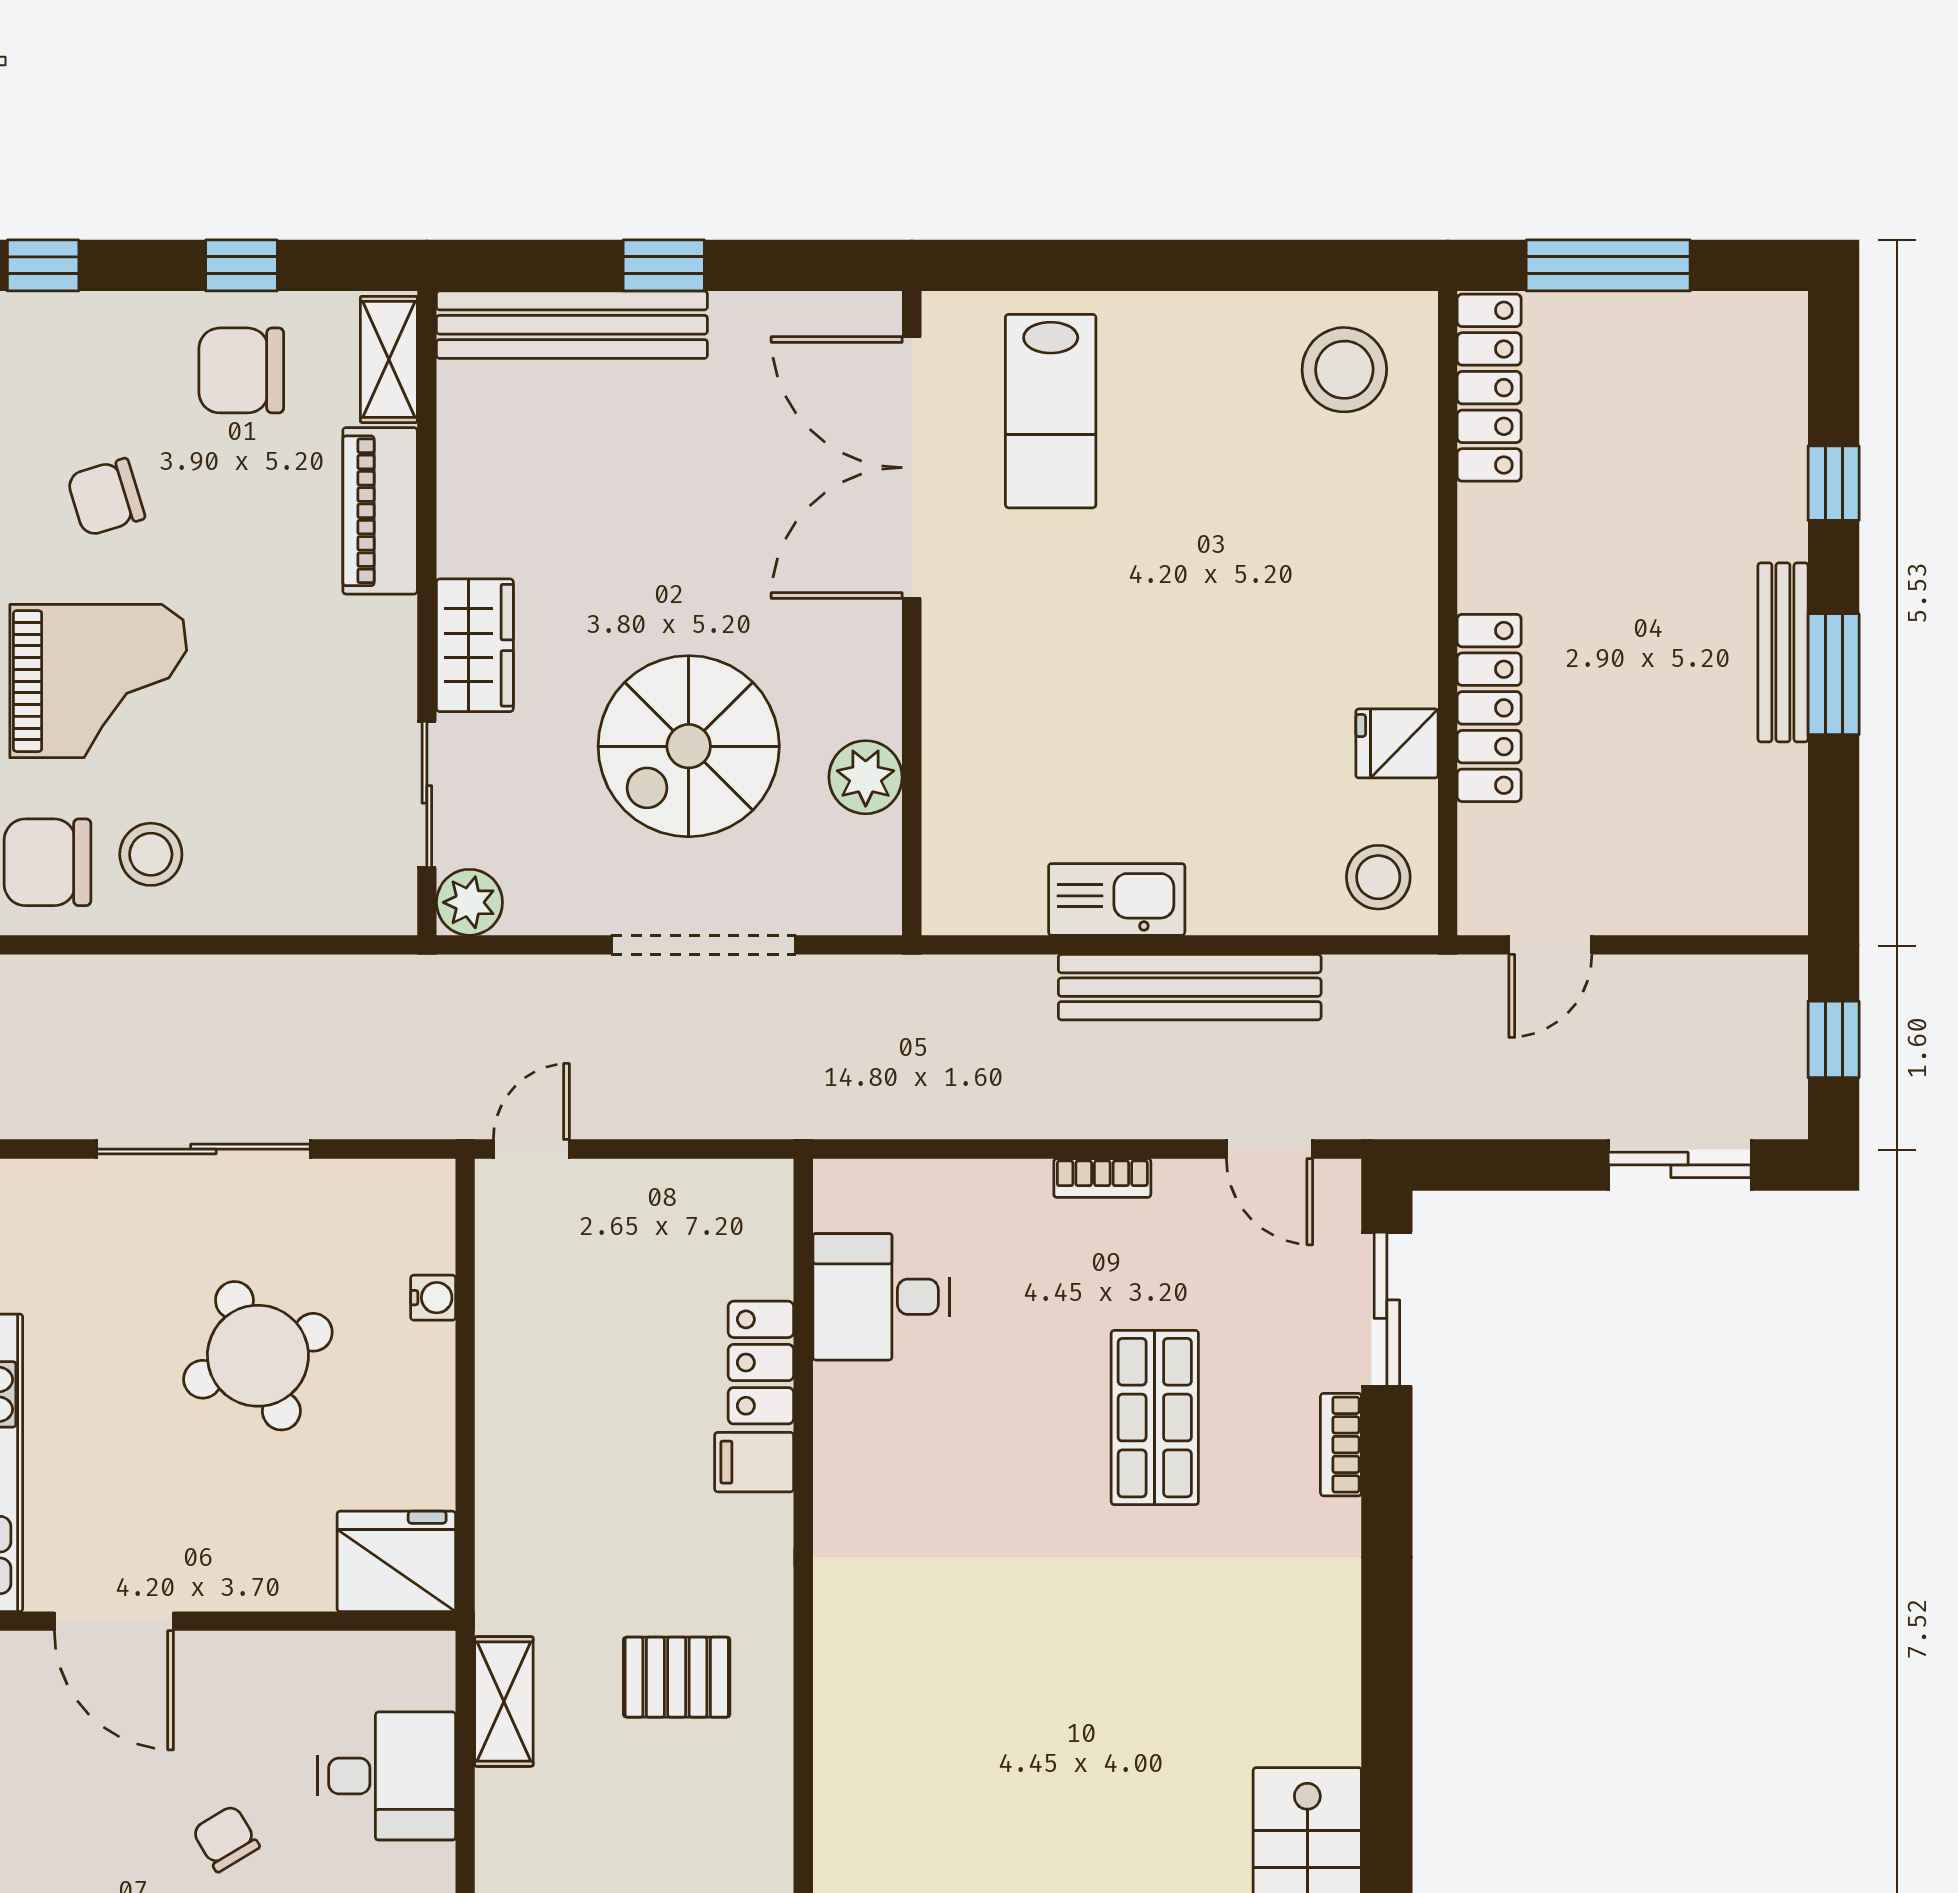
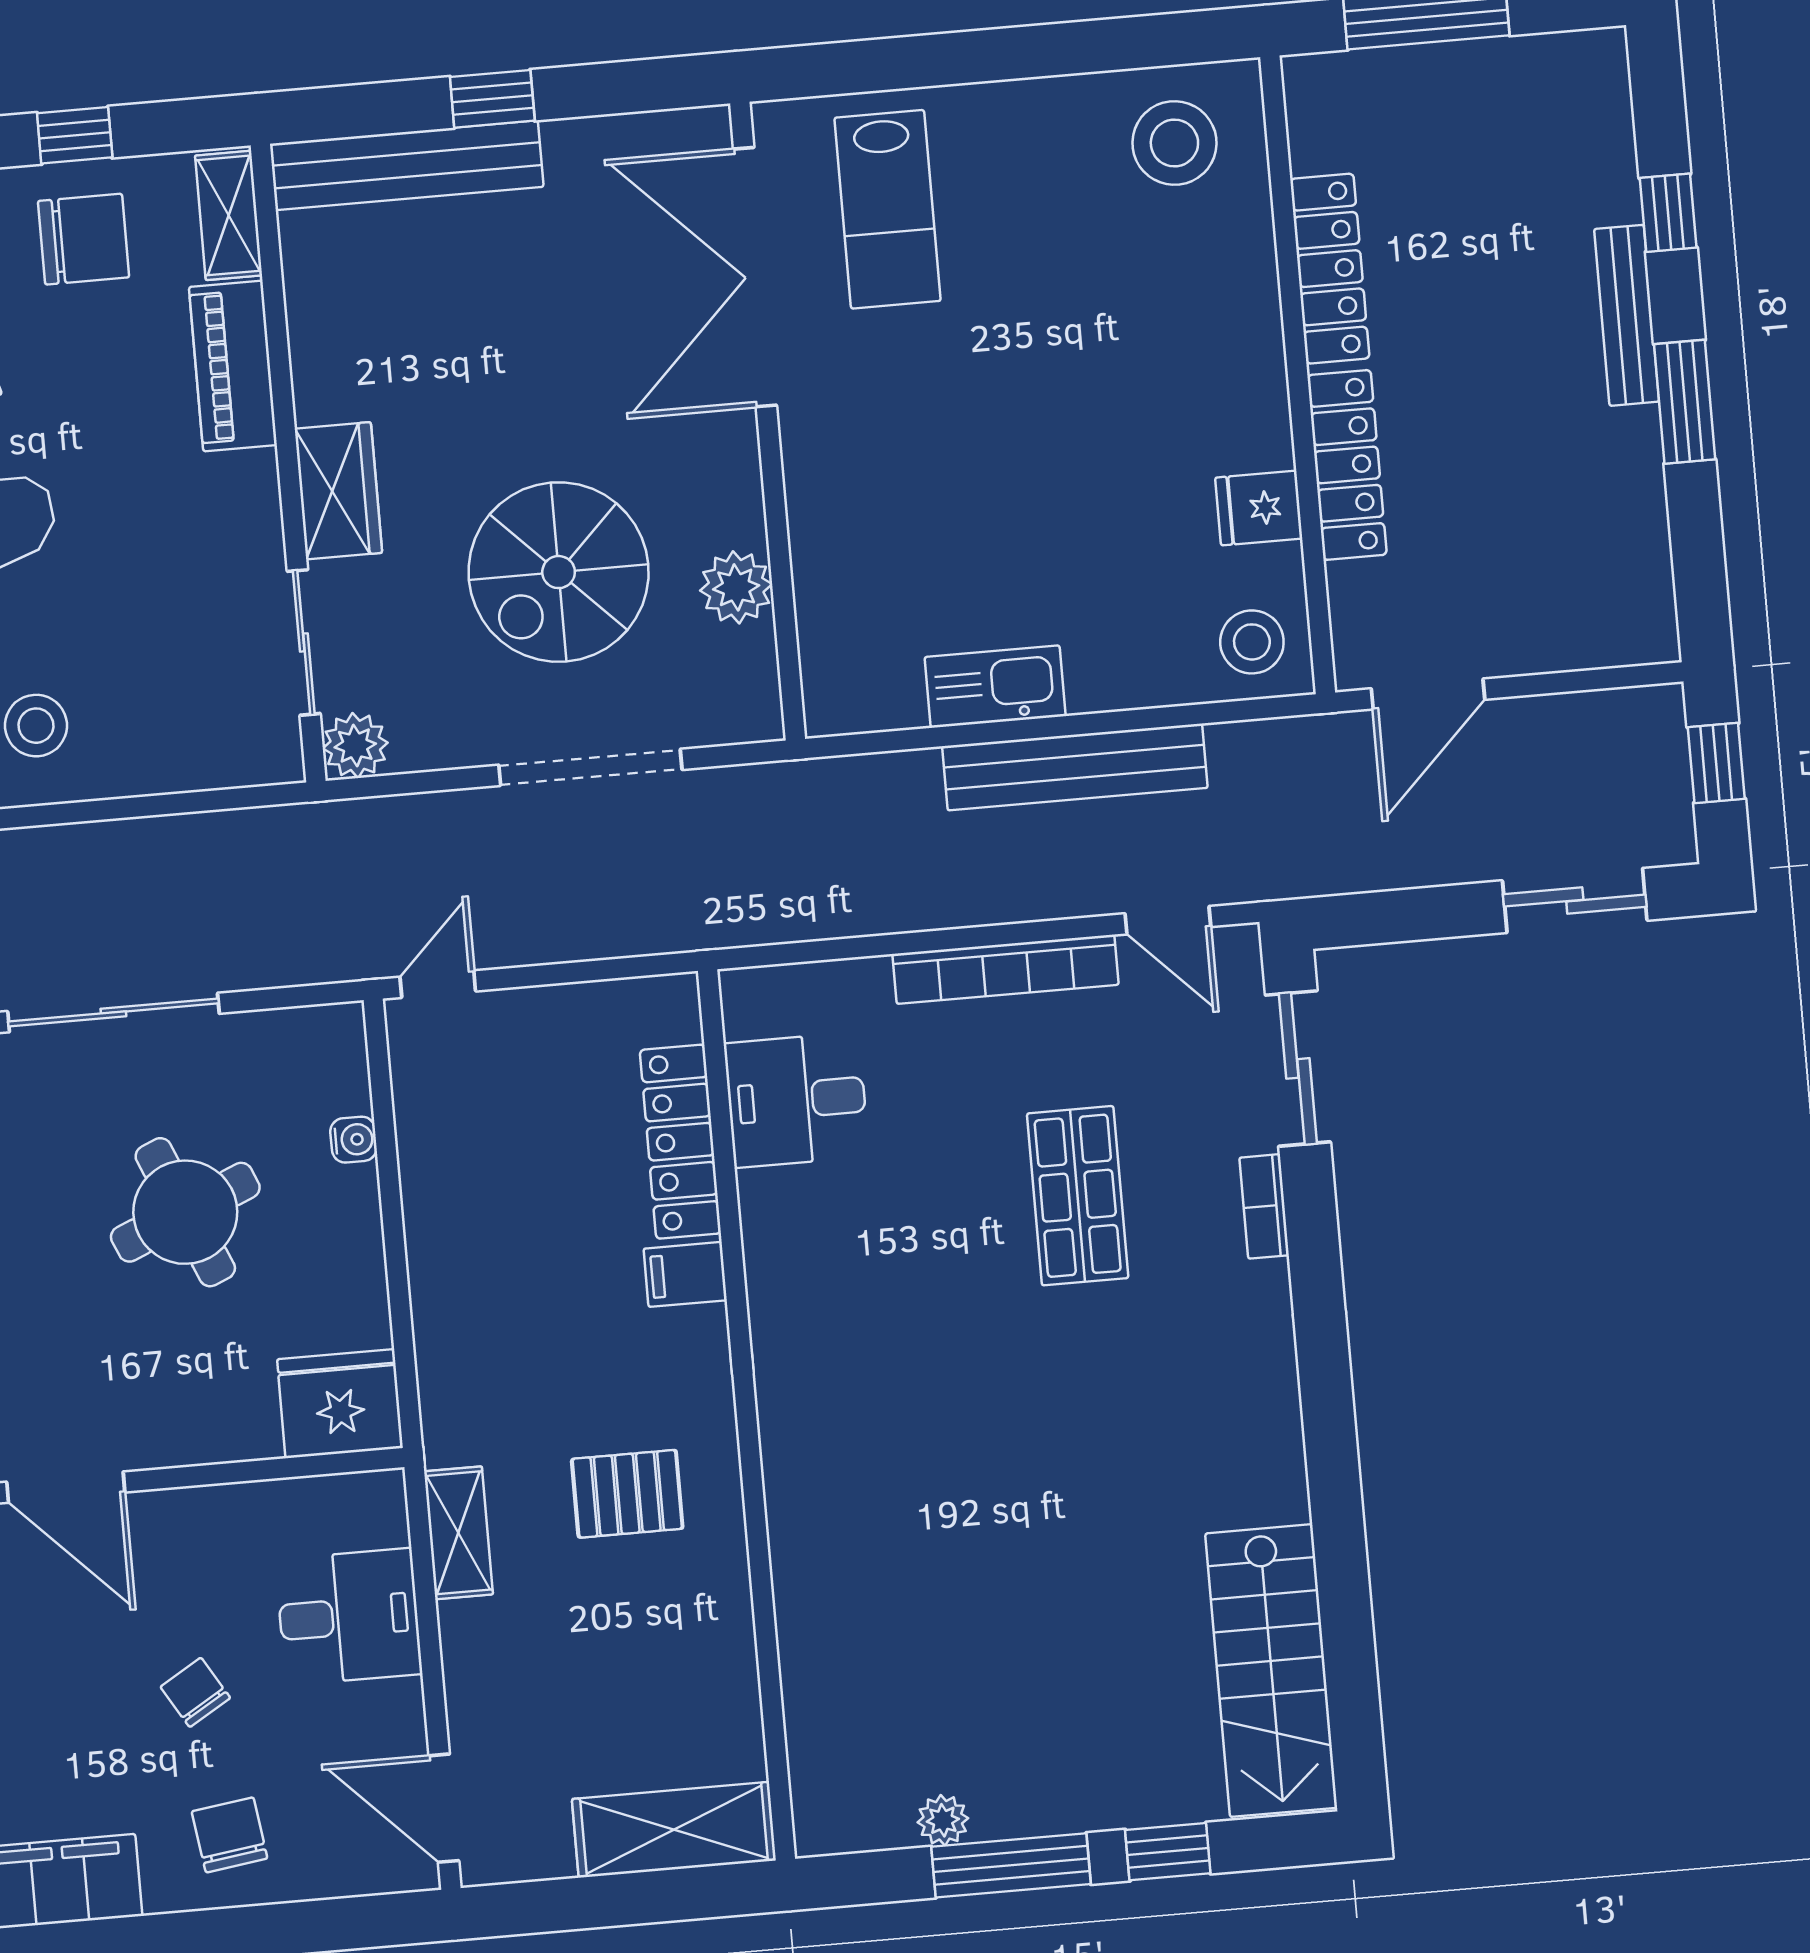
chair: (241, 370) -> (84, 239), turned 180
locker: (1489, 388) -> (1330, 269), moved
bench: (1783, 652) -> (1627, 315), moved
door: (1550, 945) -> (1428, 694), width x1.38
bookcase: (1102, 1178) -> (1006, 969), width x2.31, depth x1.31
locker: (761, 1363) -> (680, 1142), width x1.53

